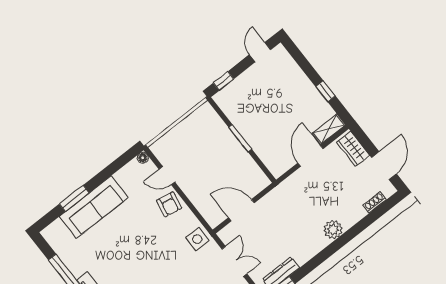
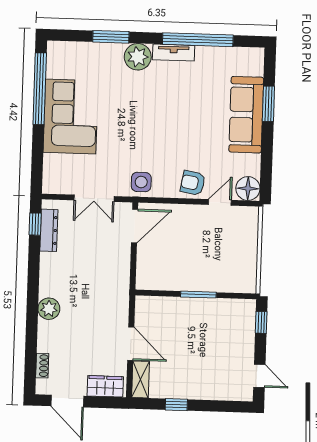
floor lamp: (143, 158) -> (248, 189), width x1.89, depth x1.89
door: (241, 210) -> (135, 226), moved

